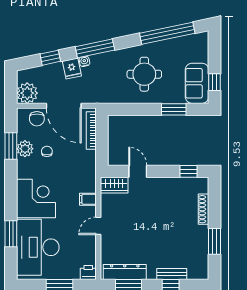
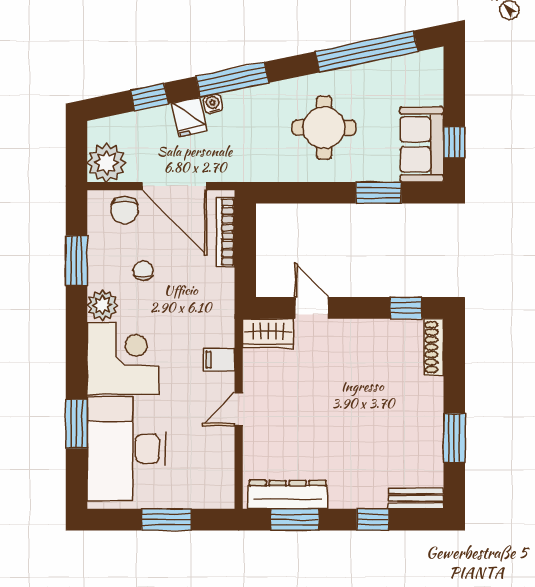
plant: (25, 149) -> (102, 305), moved
shoe rack: (204, 209) -> (434, 347), moved
printer: (88, 272) -> (220, 496), removed
bench: (172, 274) -> (416, 498), moved

